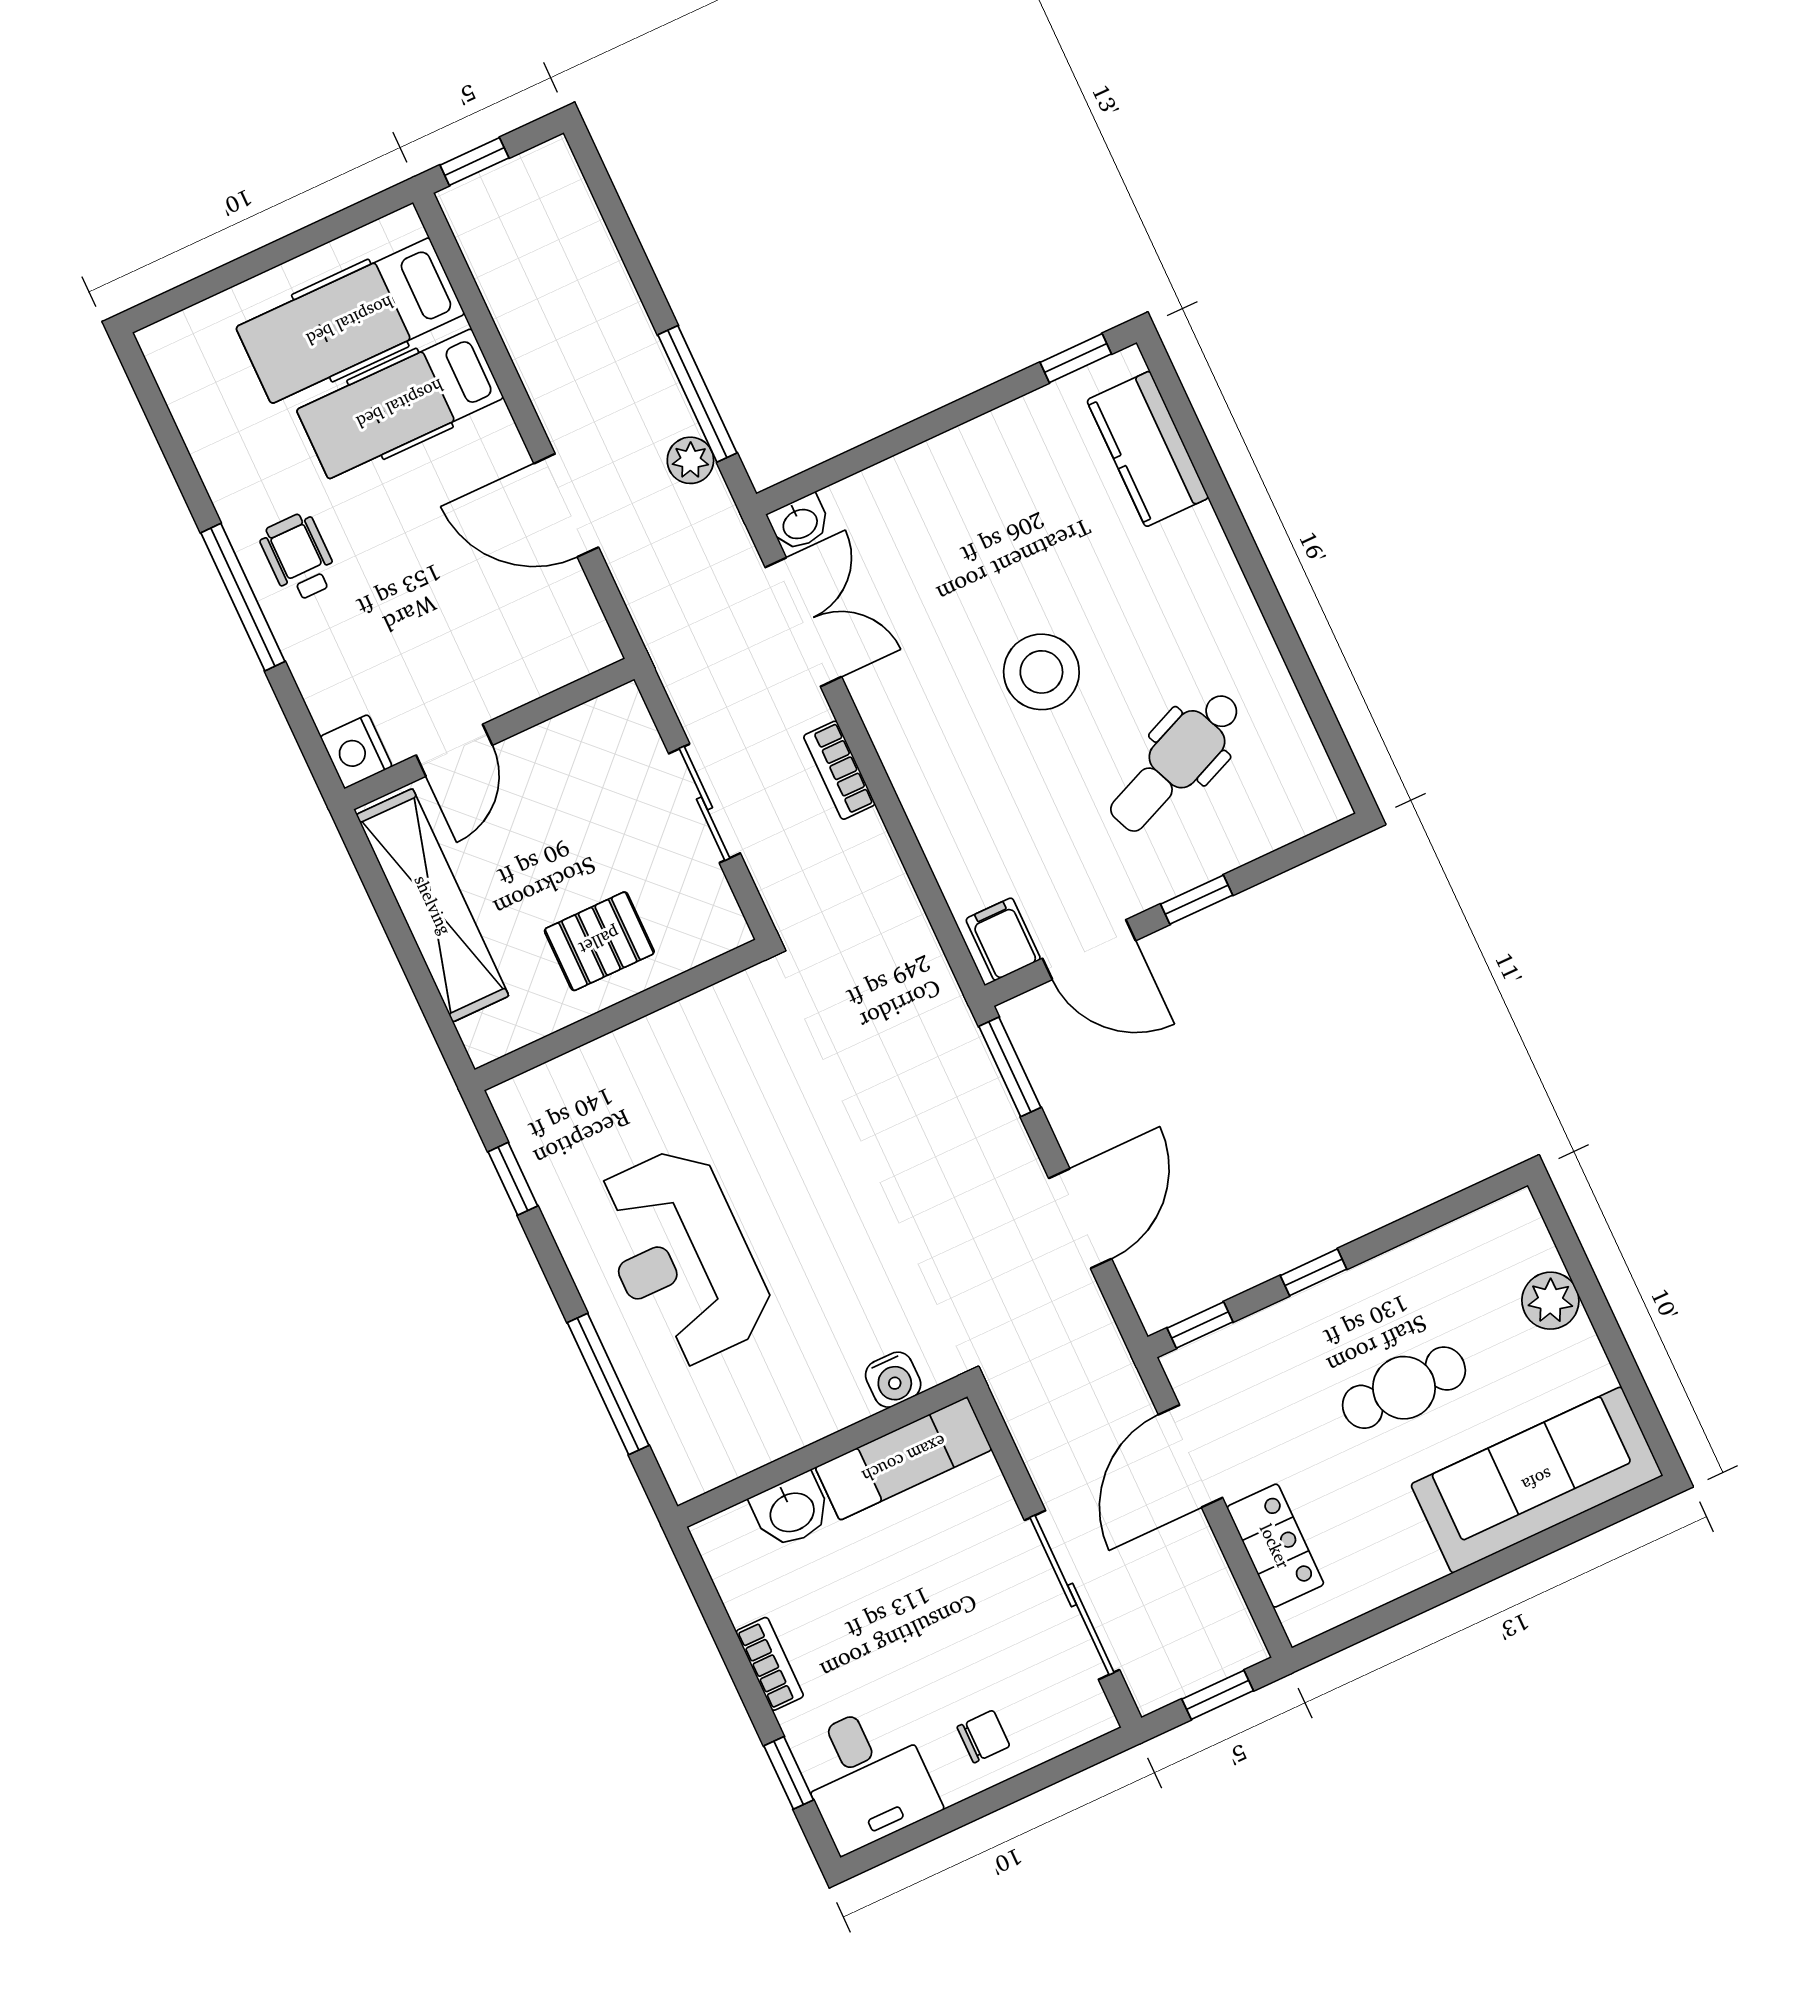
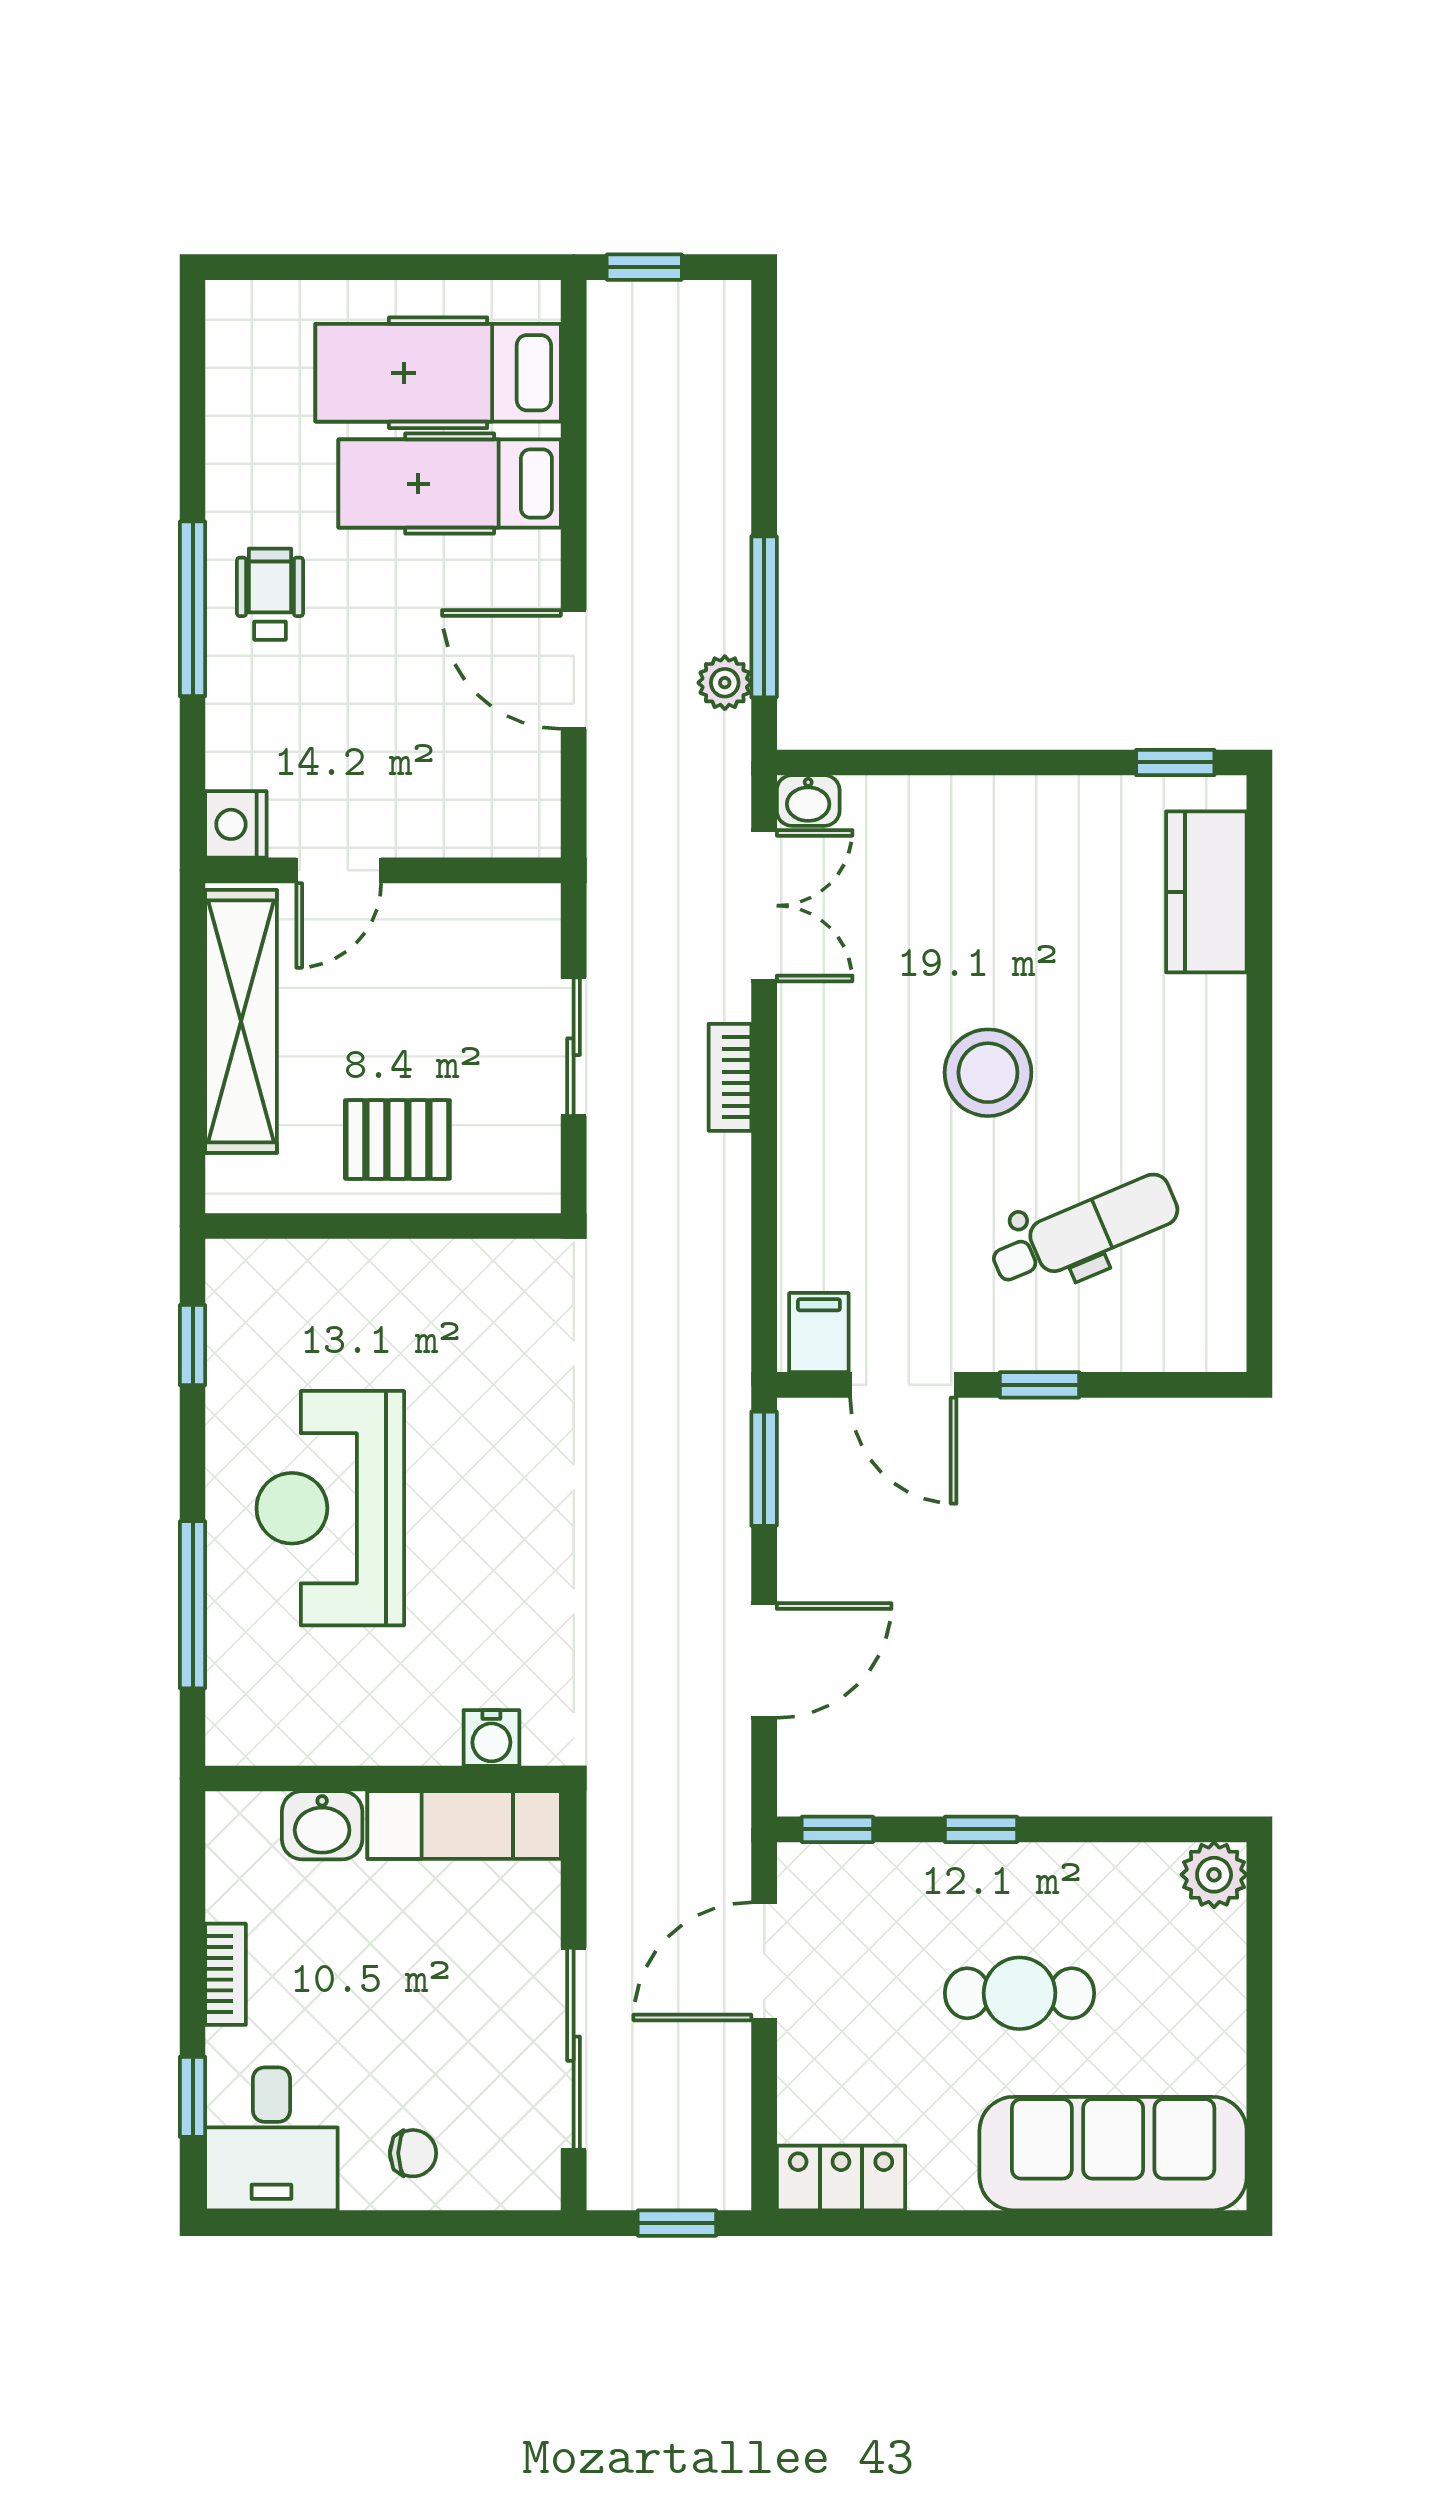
dental chair: (1176, 762) -> (1085, 1231), turned 180
plant: (1550, 1301) -> (1214, 1875), moved
locker: (1275, 1546) -> (841, 2178), moved, turned -90

